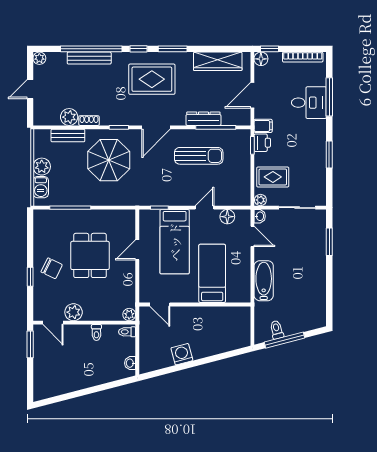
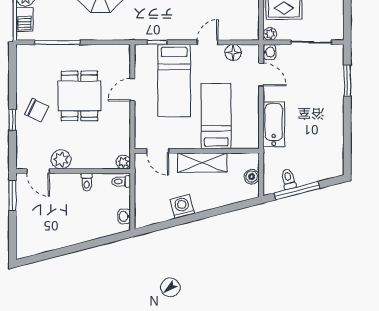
shelving: (200, 315) -> (202, 163), added
boiler: (244, 328) -> (252, 177), added

